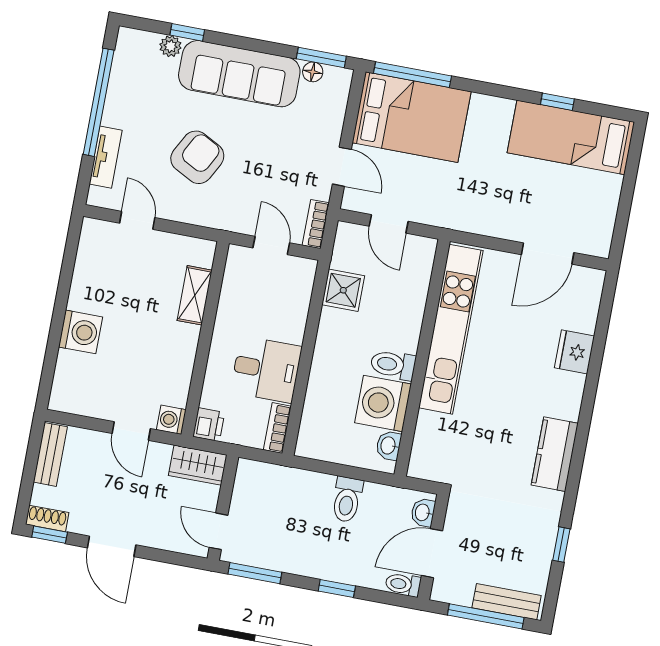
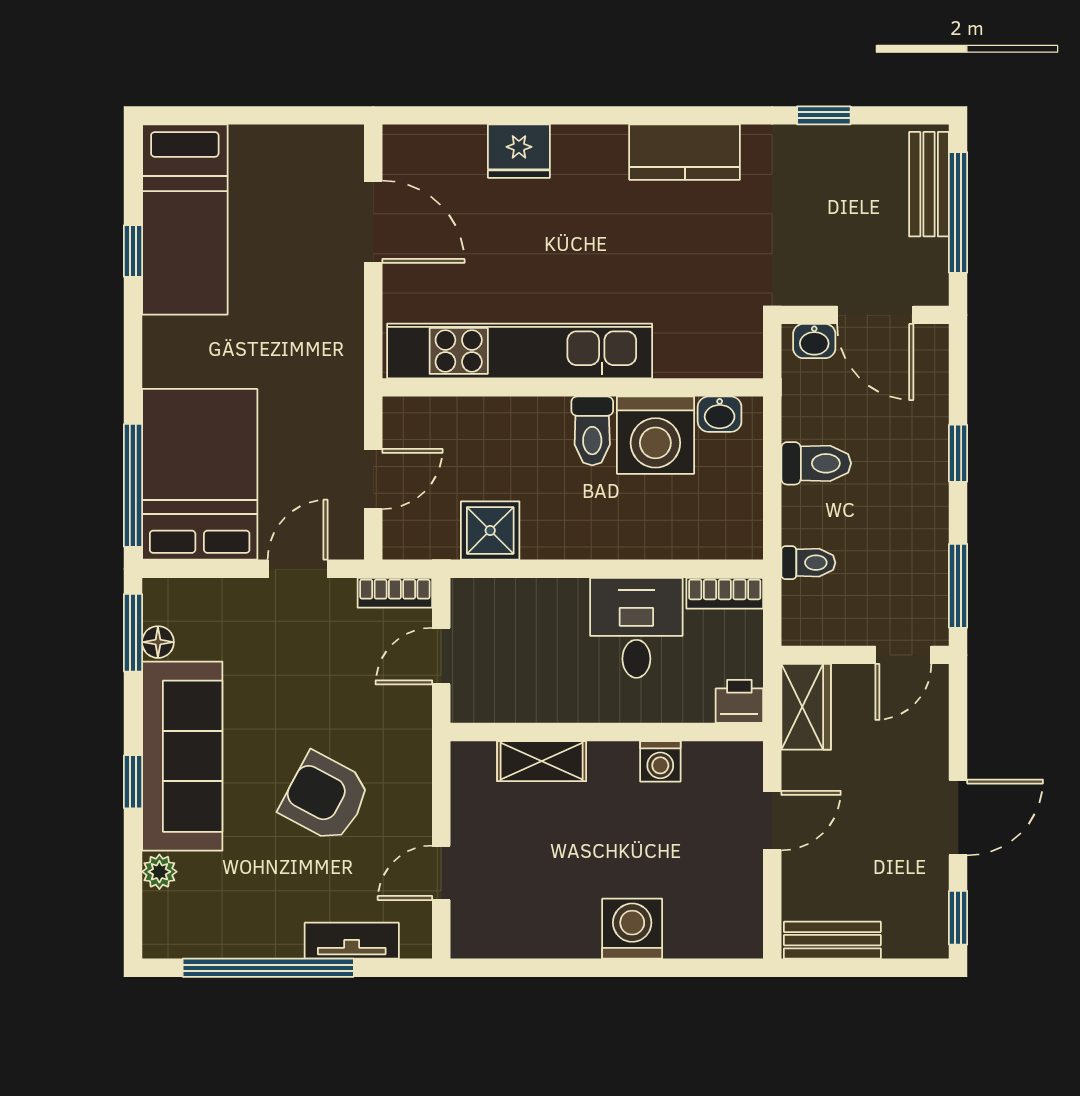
window: (187, 32) -> (133, 782), moved
washing machine: (171, 420) -> (660, 761), moved
shoe rack: (47, 518) -> (933, 926), removed
toilet: (403, 584) -> (808, 563), moved, turned -90

